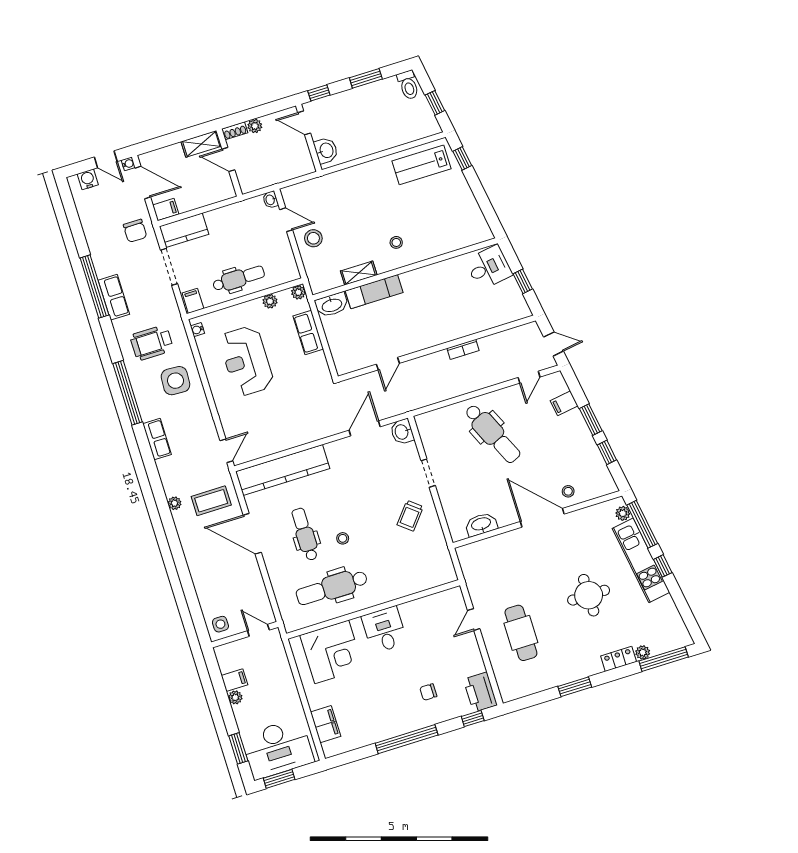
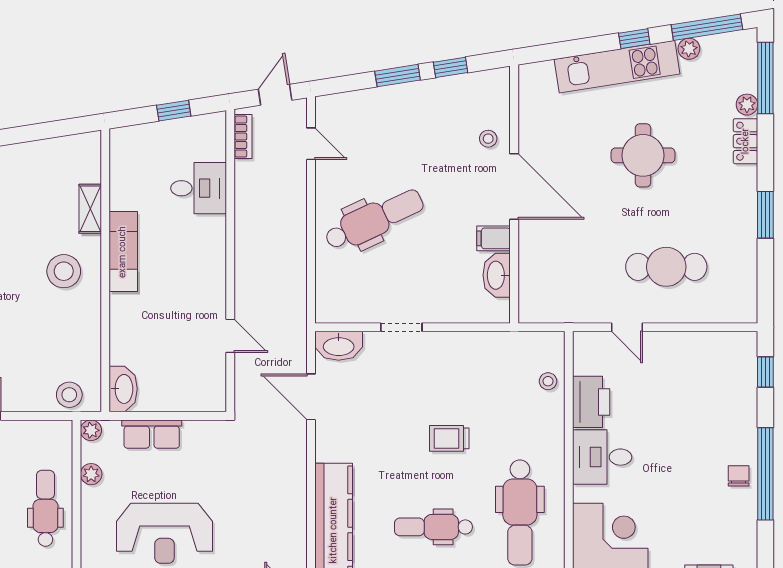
stool: (313, 238) -> (69, 395), moved
stool: (396, 242) -> (64, 271), width x1.89, depth x1.89
desk: (489, 267) -> (199, 188), moved, turned 99
shelving: (359, 273) -> (90, 209), moved
exam couch: (374, 292) -> (123, 252), moved
bookcase: (463, 349) -> (243, 137), moved
filing cabinet: (564, 403) -> (493, 238), moved, turned 99
washbasin: (402, 432) -> (339, 346), width x1.38
plant: (623, 513) -> (689, 49), moved
trolley: (410, 516) -> (449, 438), moved, turned 141
door: (542, 518) -> (514, 187), swing flipped
window: (642, 524) -> (707, 27), moved
stool: (343, 538) -> (548, 381), moved
chair: (428, 692) -> (739, 476), moved, turned 180
printer: (480, 692) -> (591, 402), moved, turned -90

